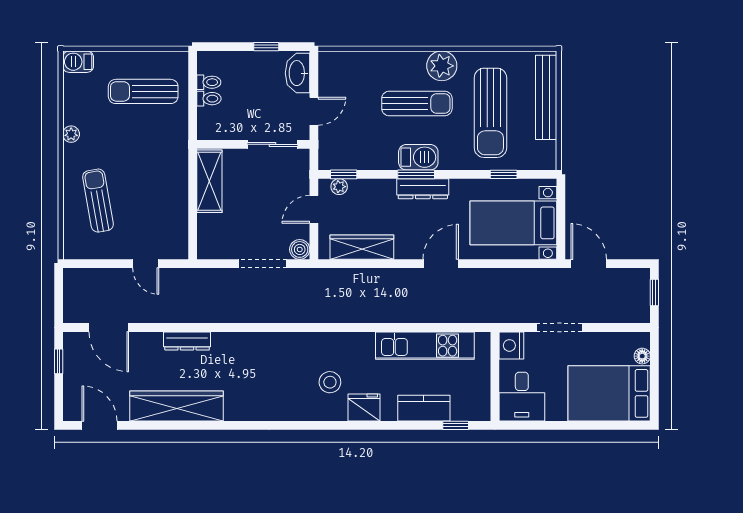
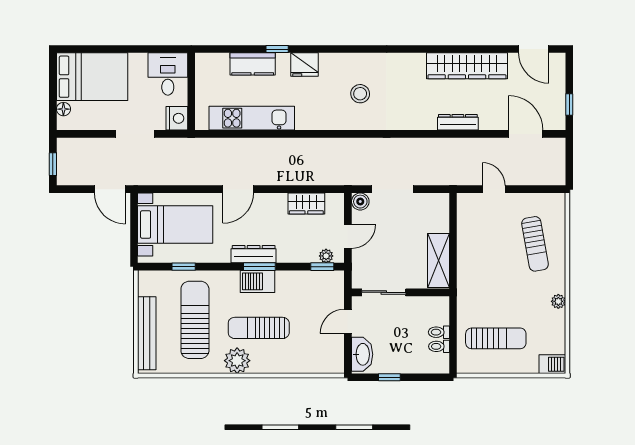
wardrobe: (362, 247) -> (306, 203), width x0.67
stool: (330, 382) -> (360, 94), moved
window: (456, 425) -> (277, 49), moved

